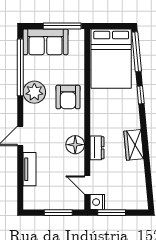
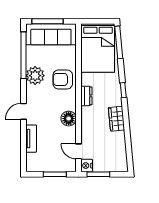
window: (62, 26) -> (48, 21), moved
sofa: (46, 42) -> (51, 34), width x1.36
window: (141, 95) -> (123, 90), moved
armchair: (68, 97) -> (63, 79), turned 90
dresser: (97, 148) -> (86, 96), moved

